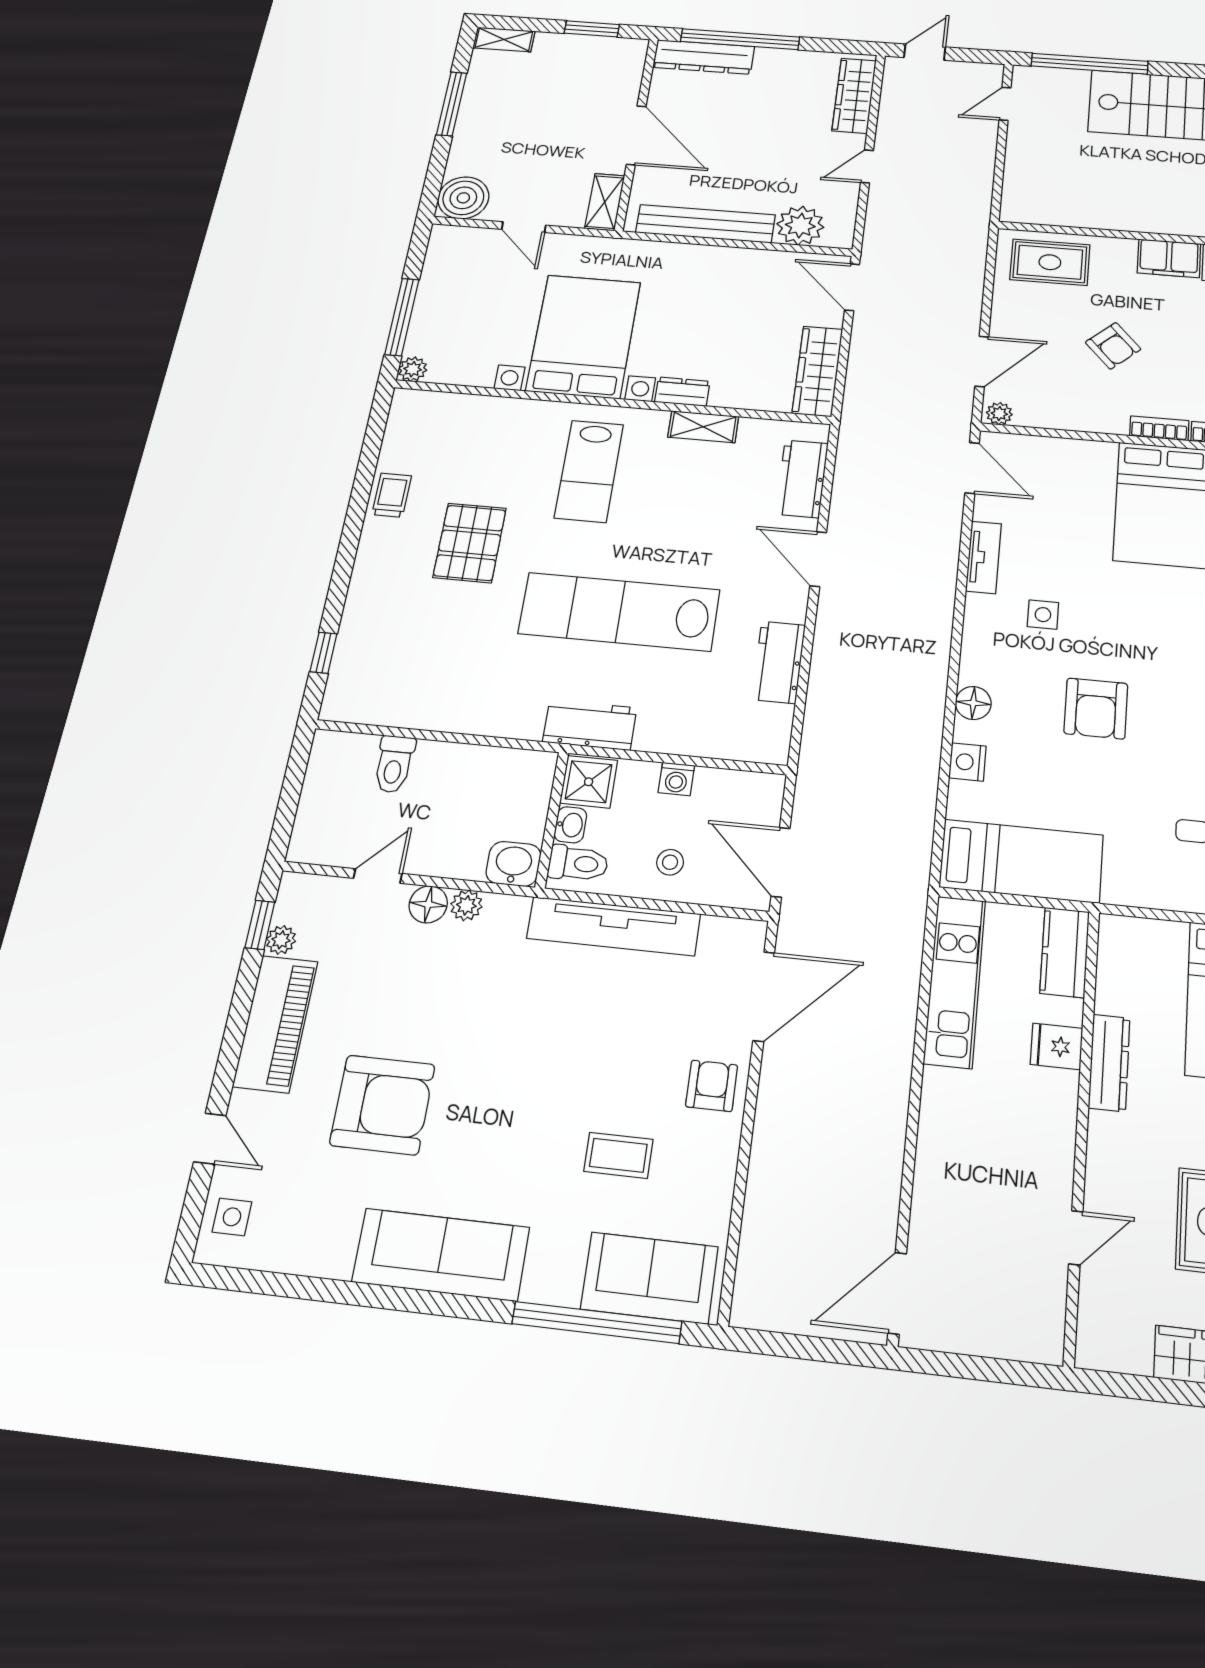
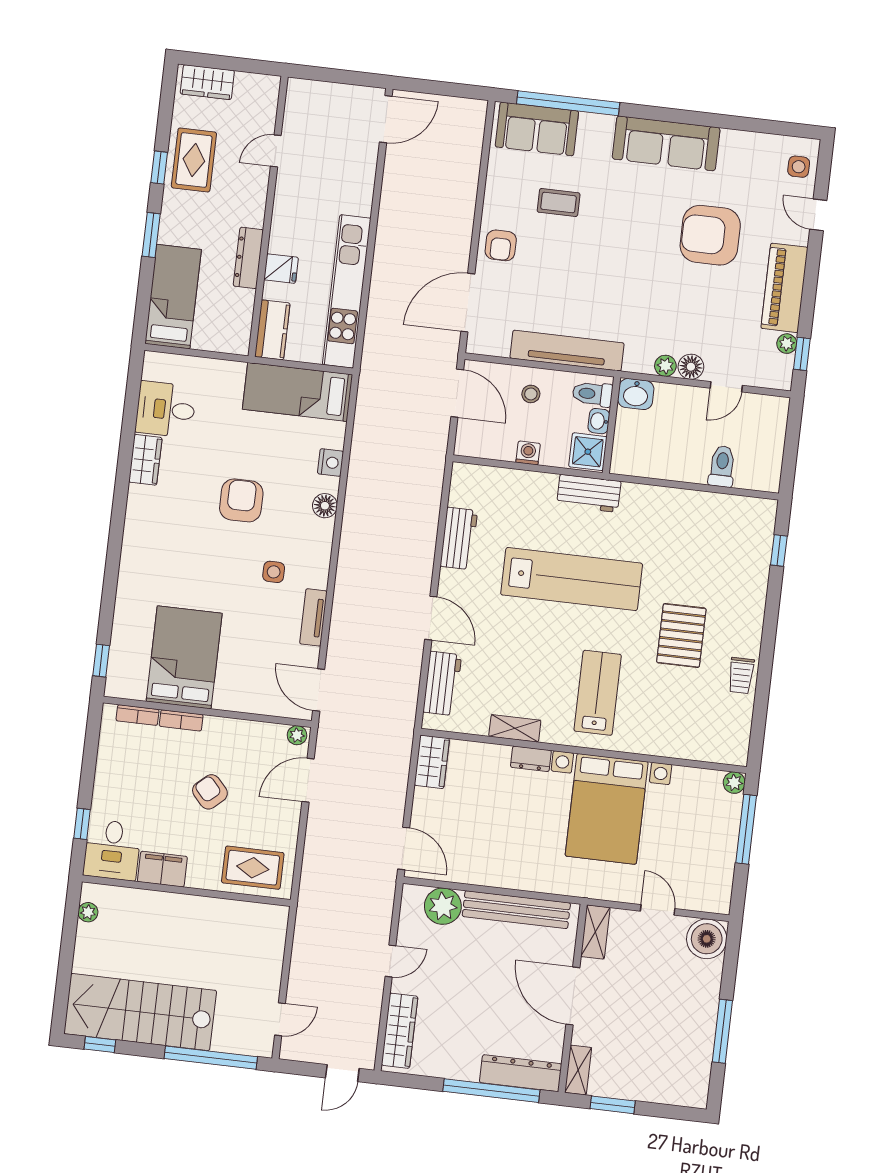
shelving: (504, 39) -> (578, 1070), moved, turned 90
wardrobe: (817, 371) -> (432, 762), width x0.67
kitchen unit: (955, 981) -> (347, 291), width x1.36

